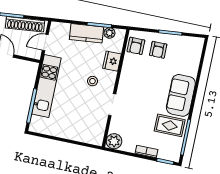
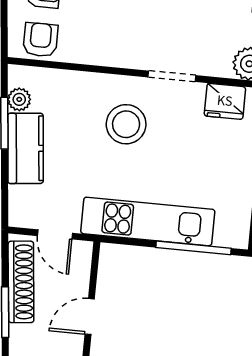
armchair: (136, 46) -> (40, 40), turned -90
fridge: (112, 61) -> (225, 101), moved
stool: (92, 81) -> (126, 124), width x1.89, depth x1.89

